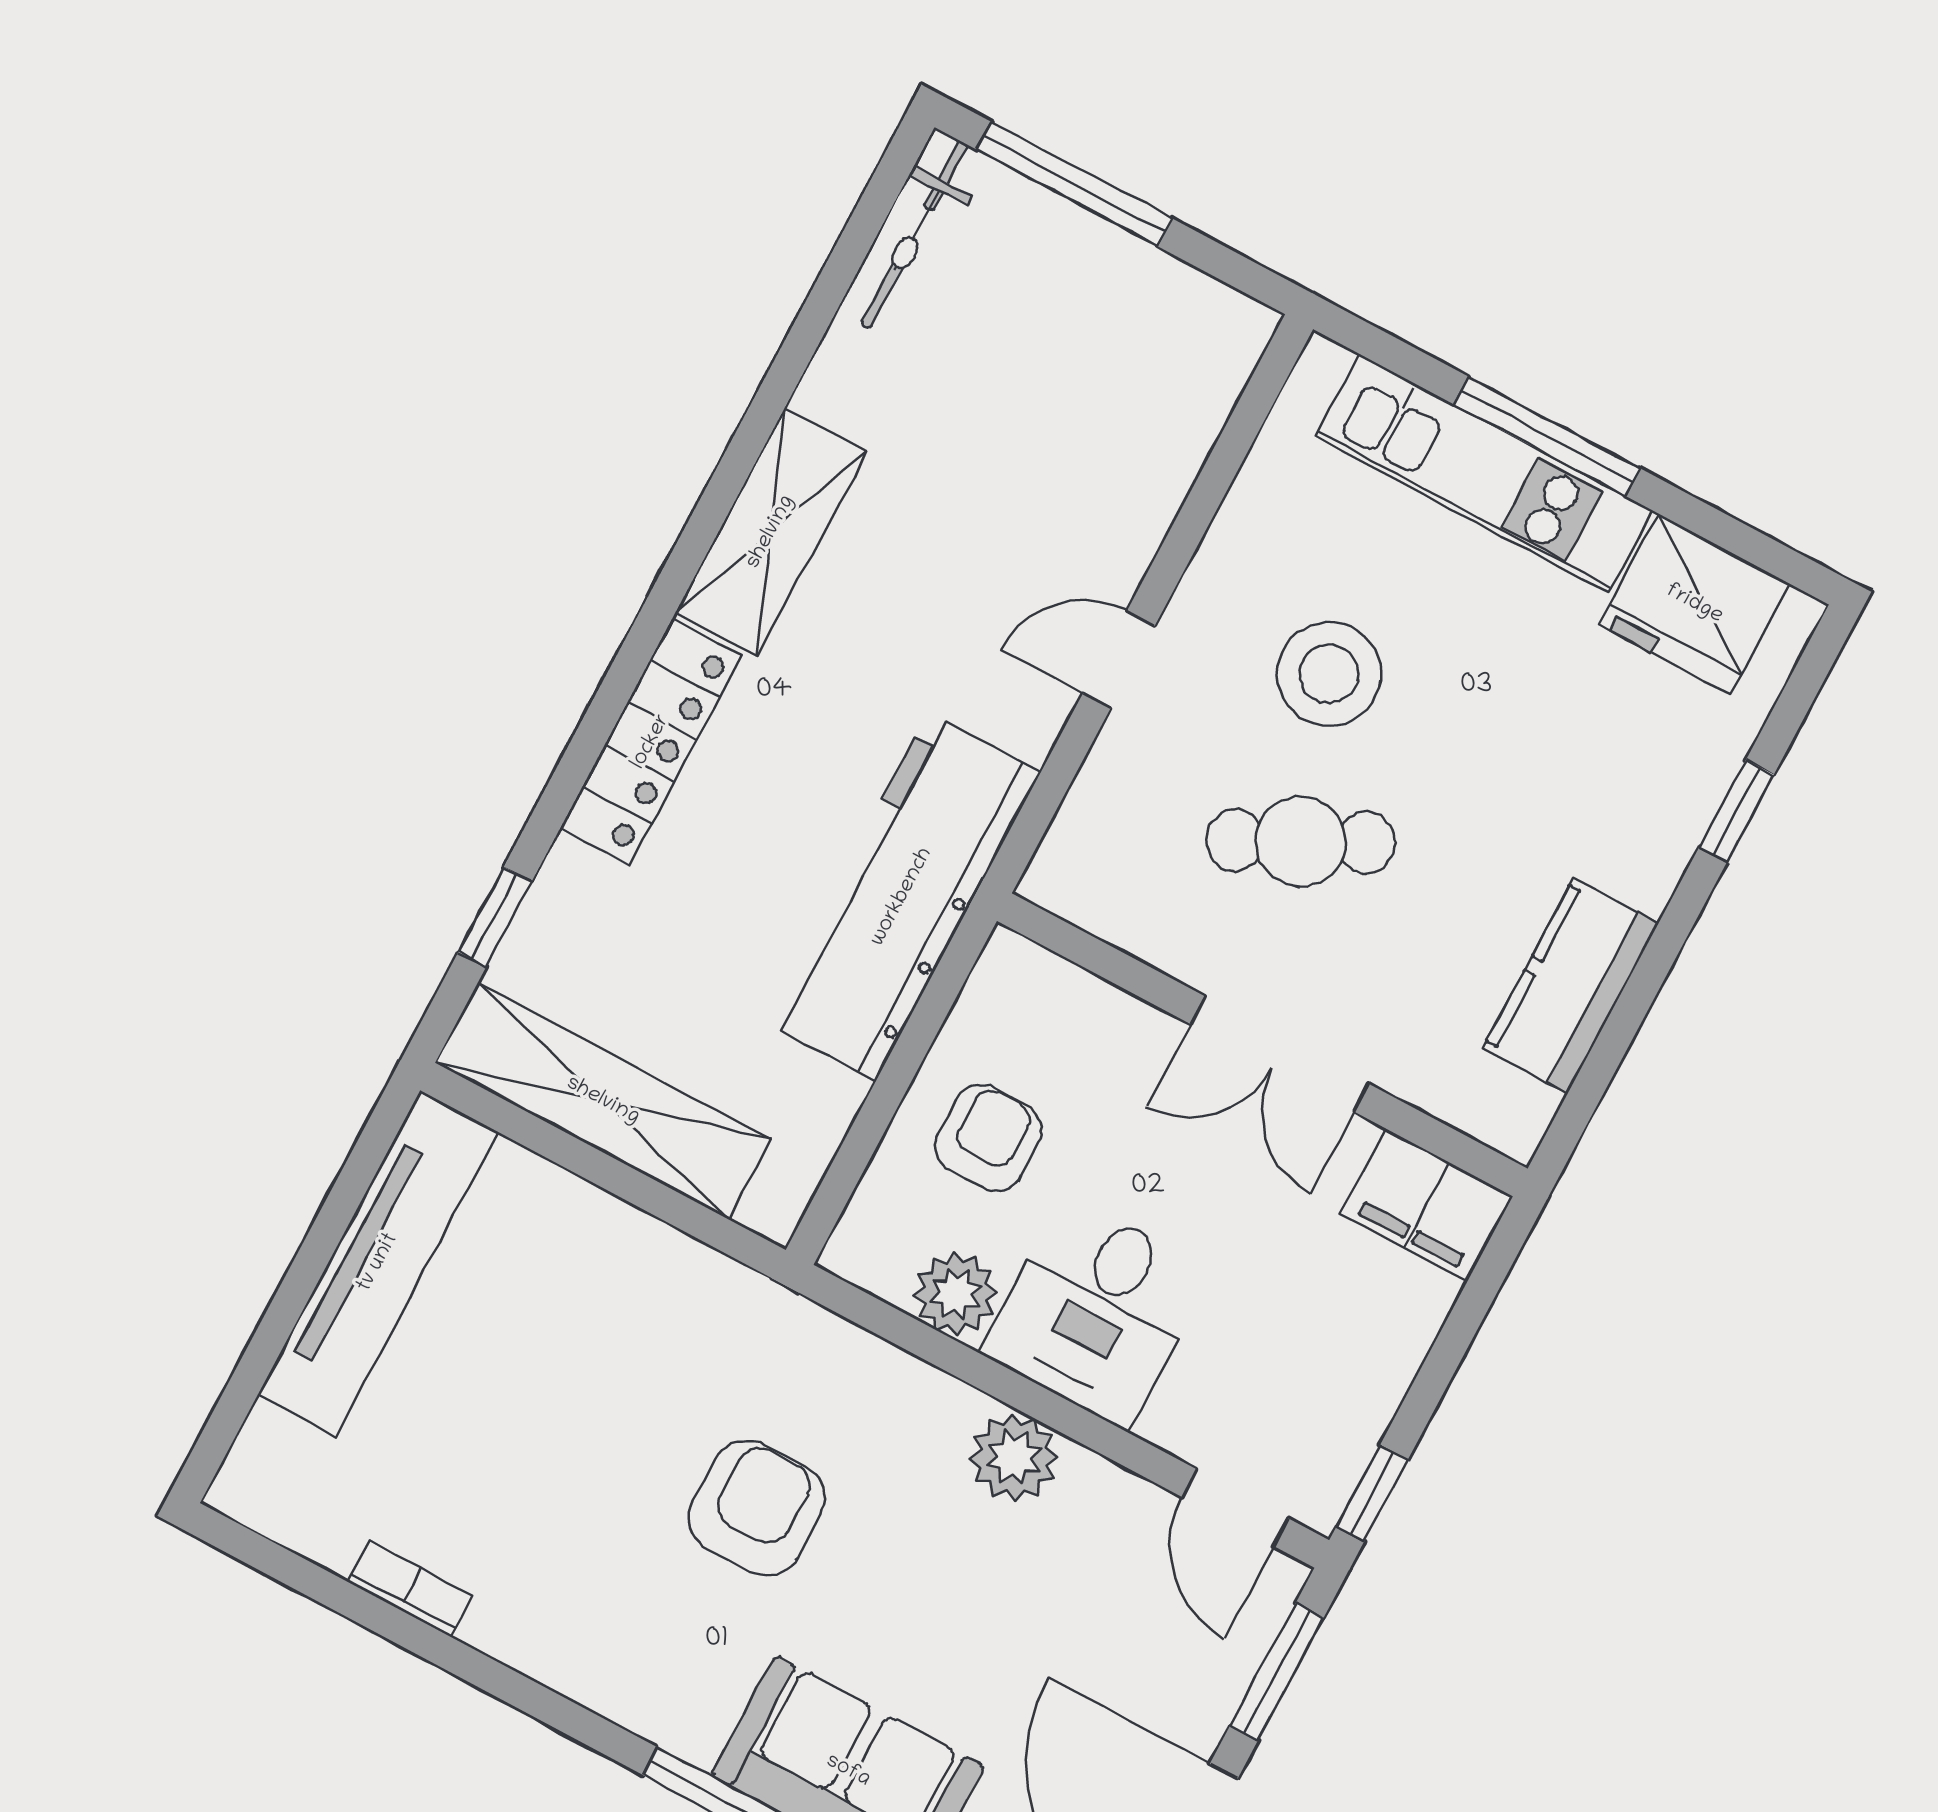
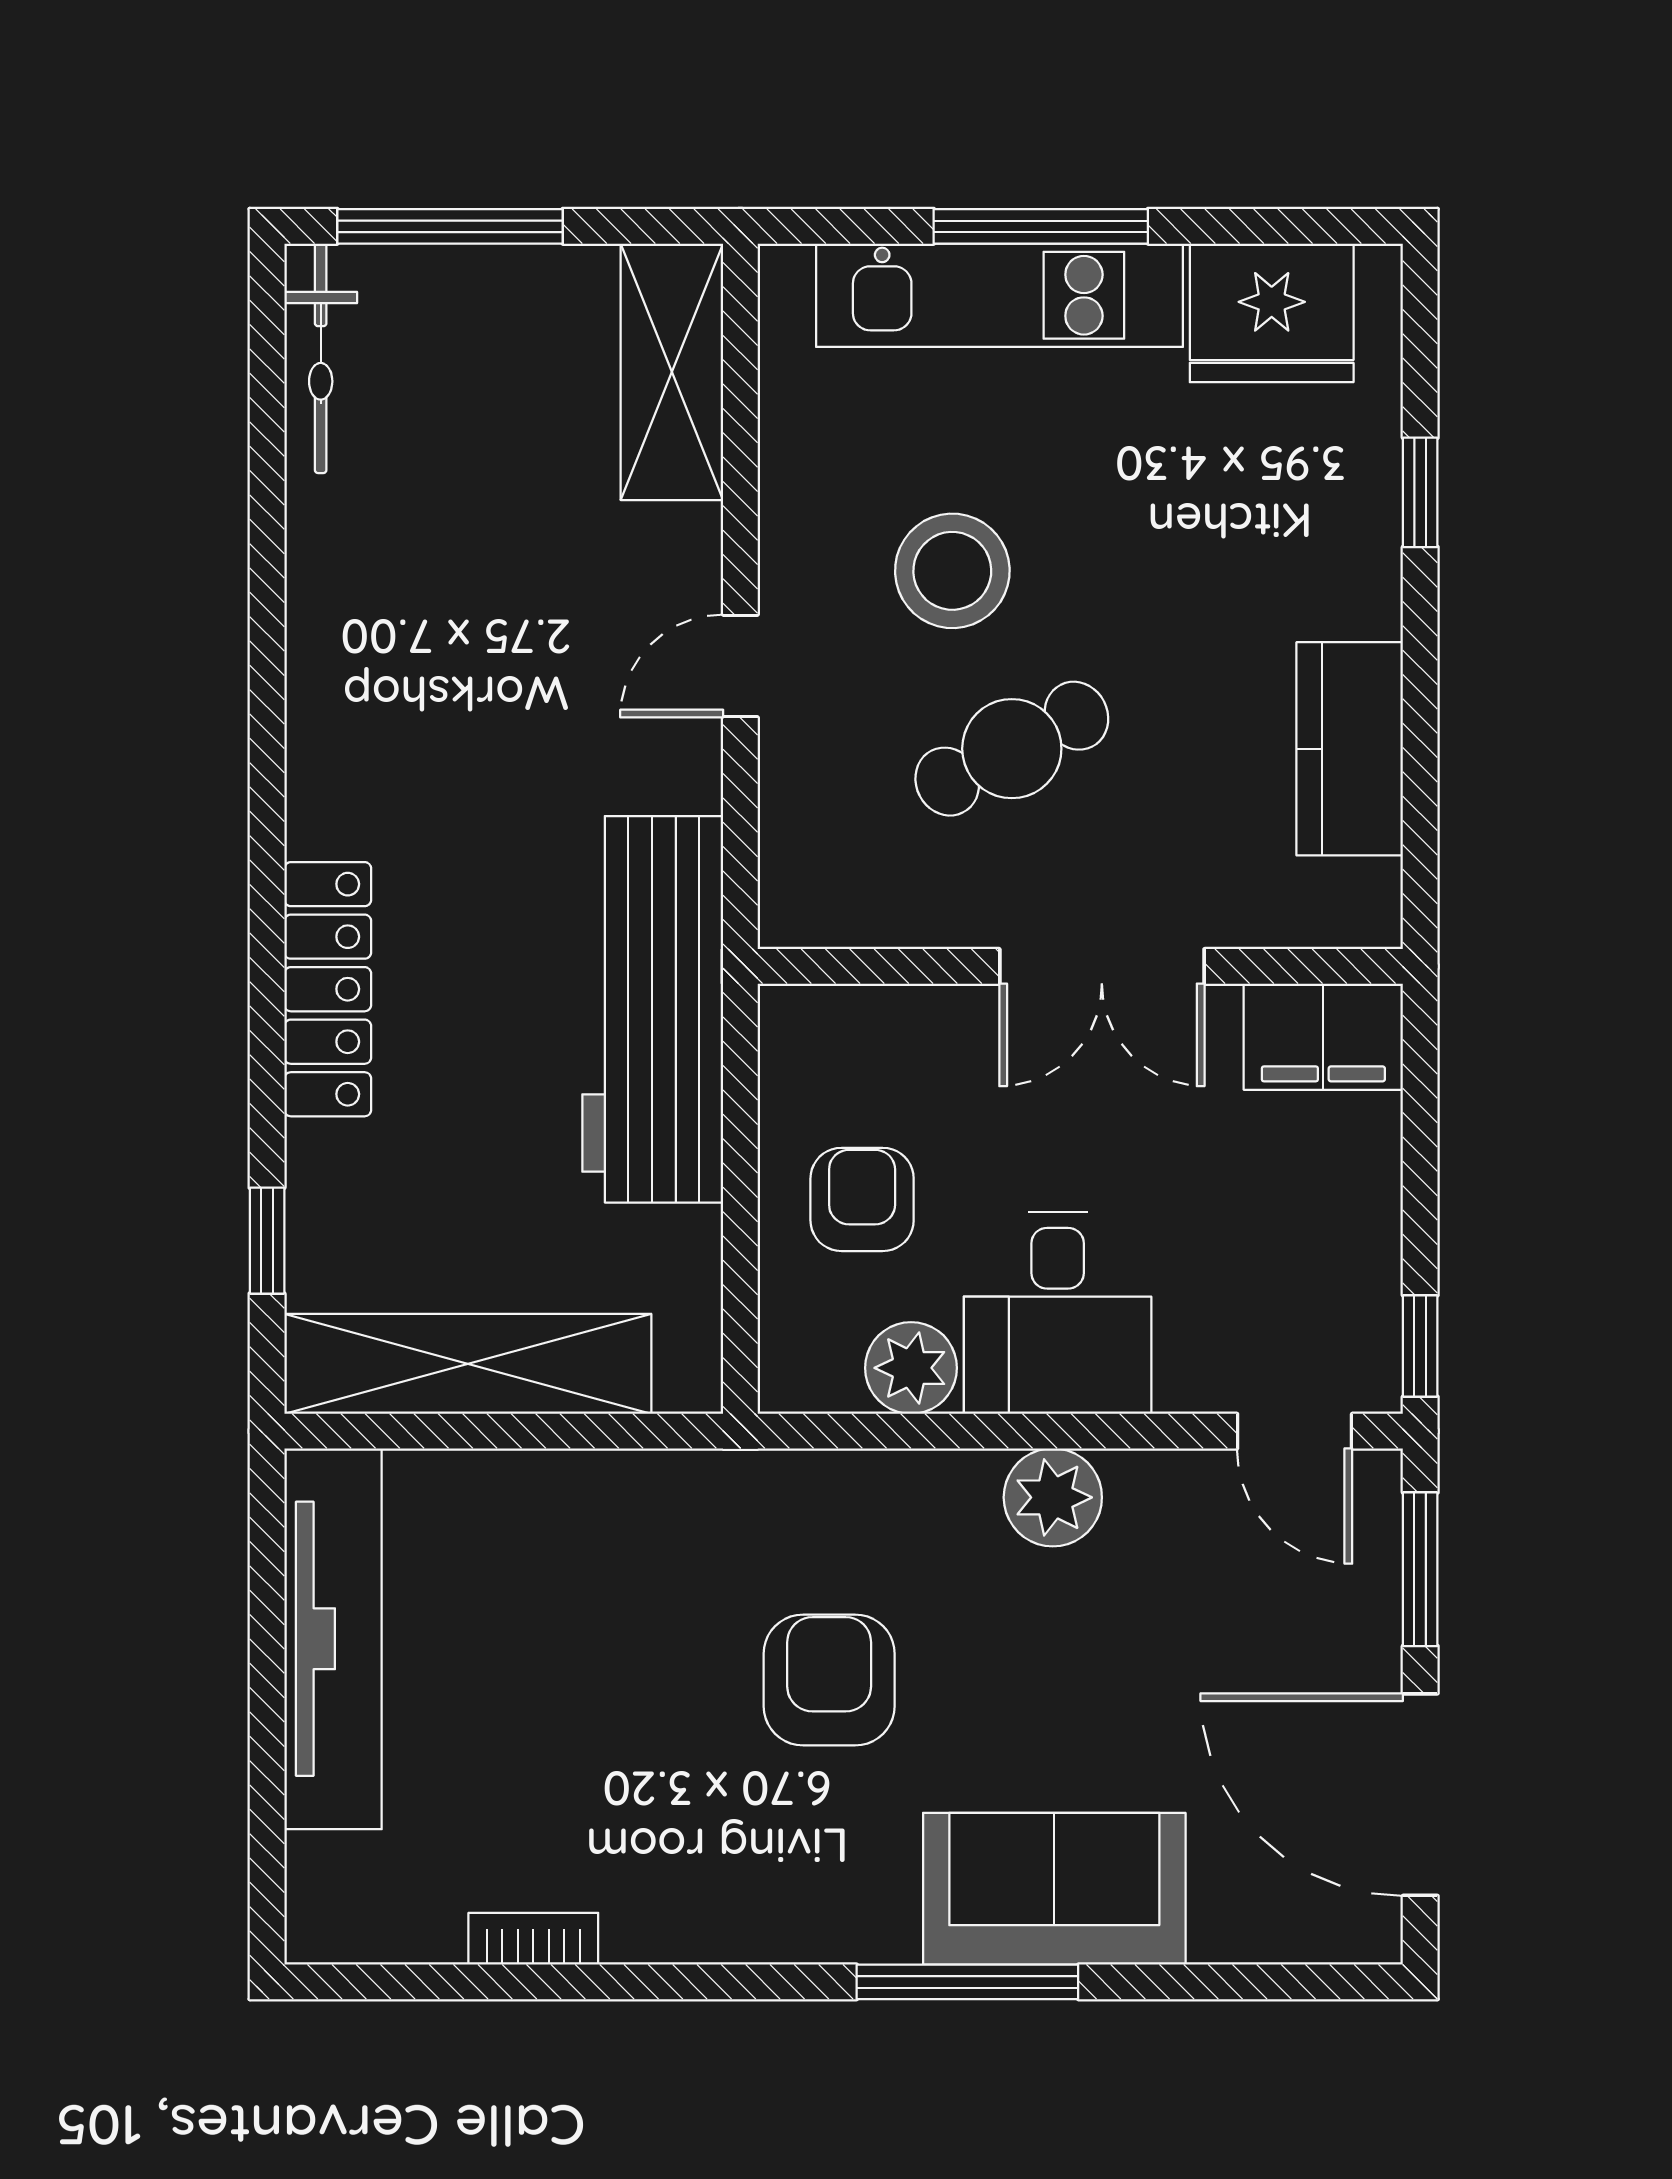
shelving: (771, 532) -> (672, 372), moved

